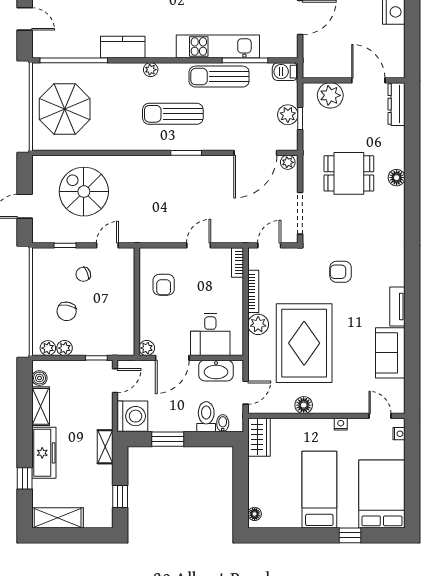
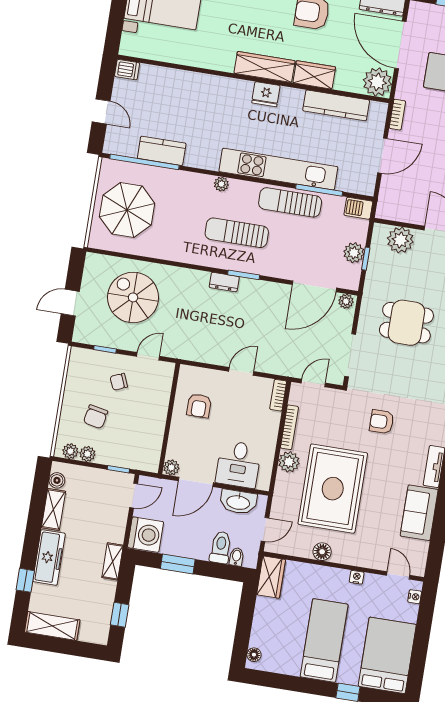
kitchen counter: (123, 47) -> (162, 151), moved
kitchen unit: (218, 47) -> (278, 169), width x1.36
dresser: (168, 163) -> (224, 282), added

